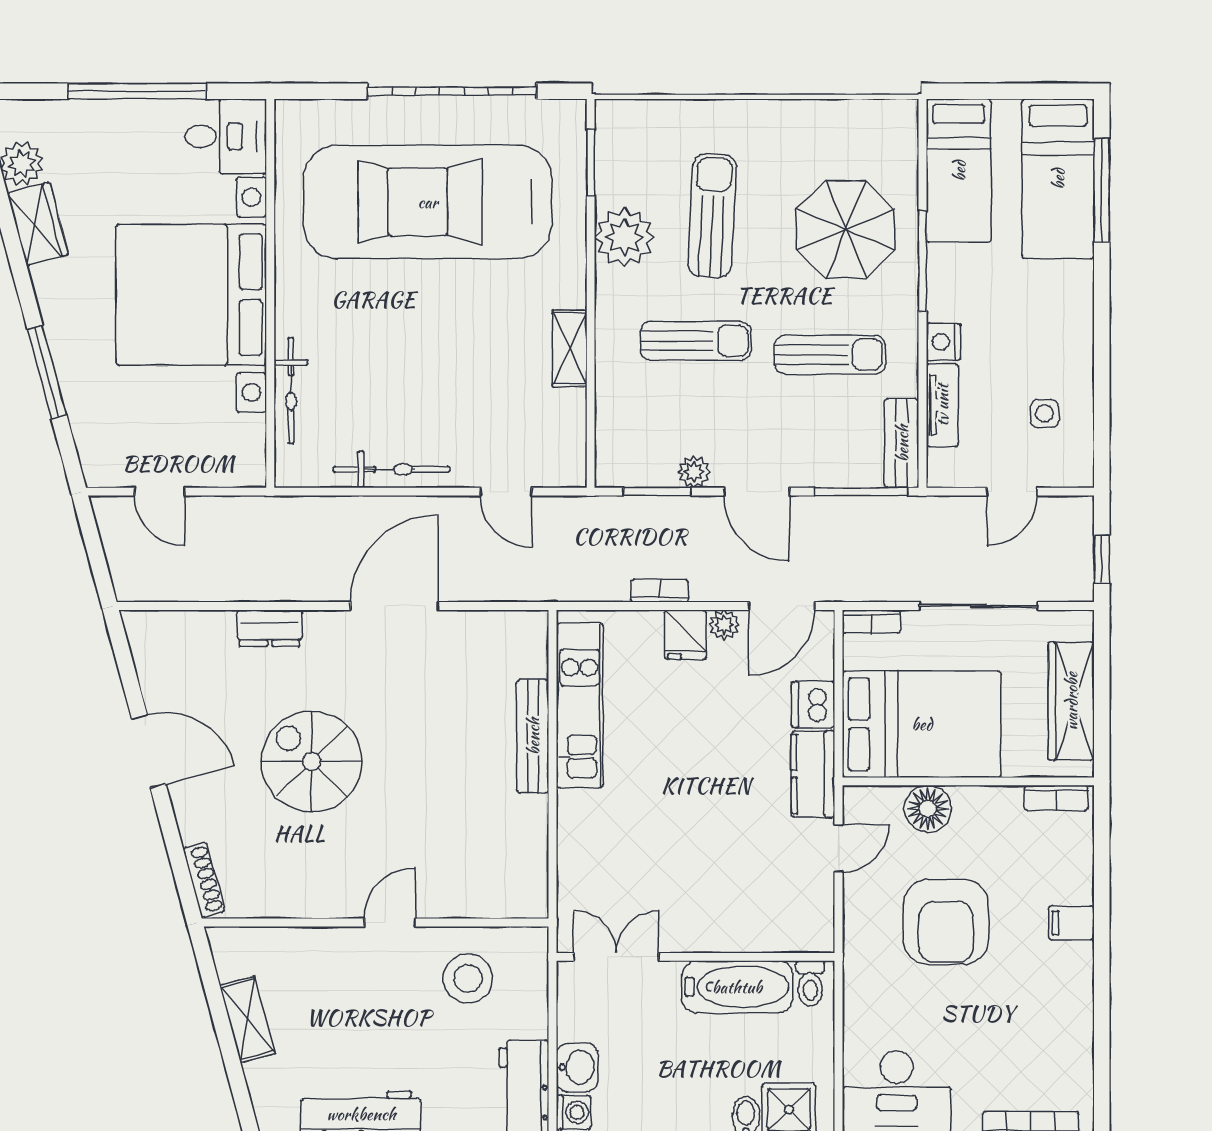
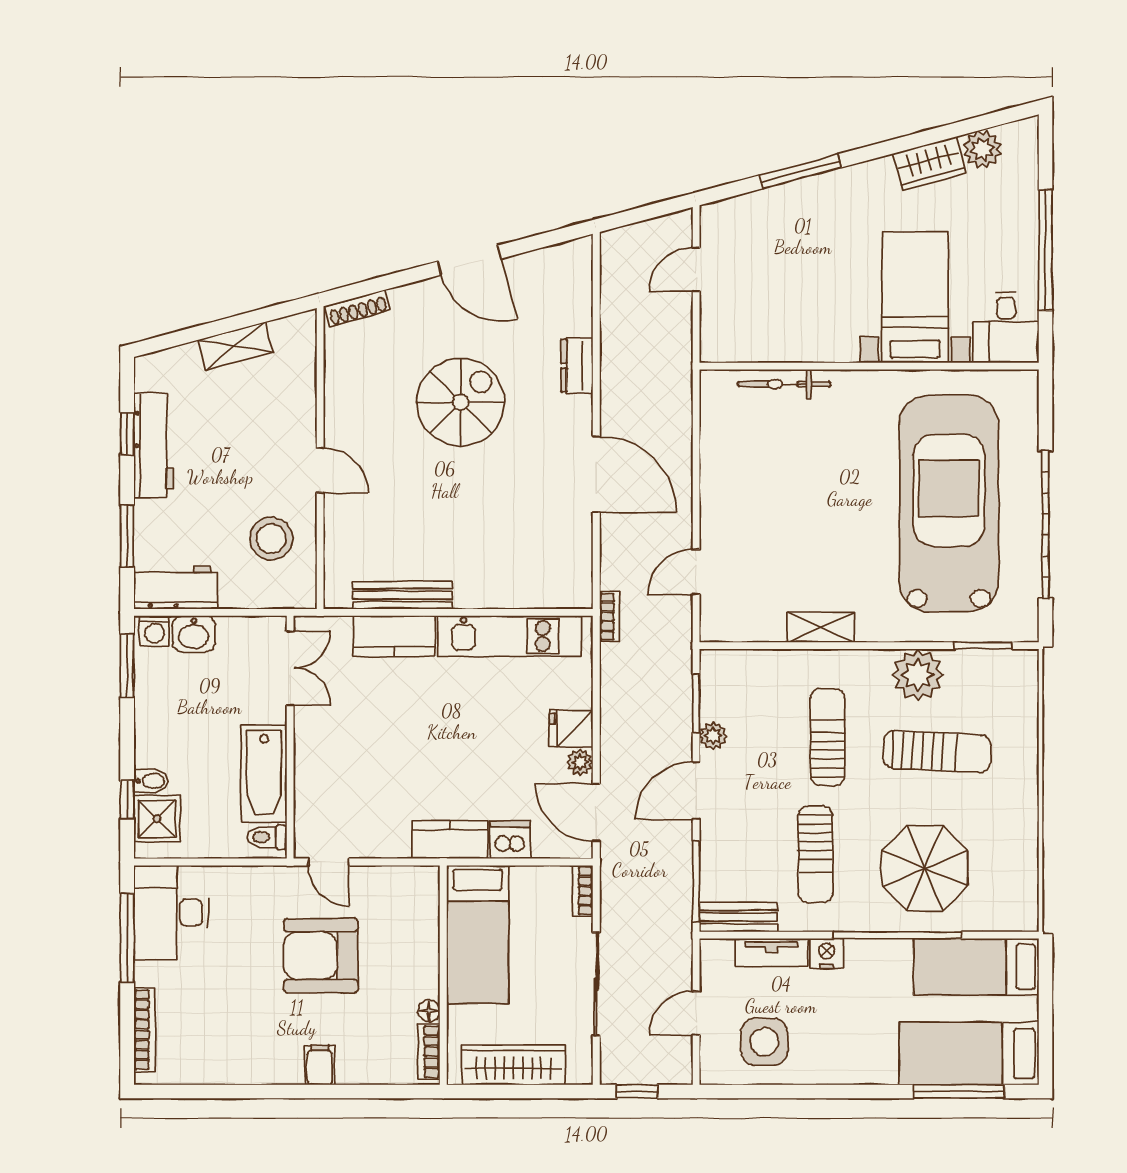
window: (922, 261) -> (897, 935), width x1.46
bed with nightstands: (191, 295) -> (915, 297), width x0.54
sun lounger: (696, 341) -> (828, 737), turned 180
side table: (1045, 413) -> (764, 1042), width x1.87, depth x1.87
bicycle: (392, 469) -> (715, 472), removed
door: (1012, 492) -> (696, 1013), hinge flipped
bookcase: (660, 591) -> (610, 617), moved
bed: (922, 724) -> (478, 934), width x0.67
bench: (533, 736) -> (402, 595), moved
door: (149, 751) -> (469, 260), hinge flipped
floor lamp: (928, 809) -> (429, 1011), moved, width x0.53, depth x0.53
kitchen counter: (580, 838) -> (394, 636), added
door: (839, 848) -> (329, 862), moved

